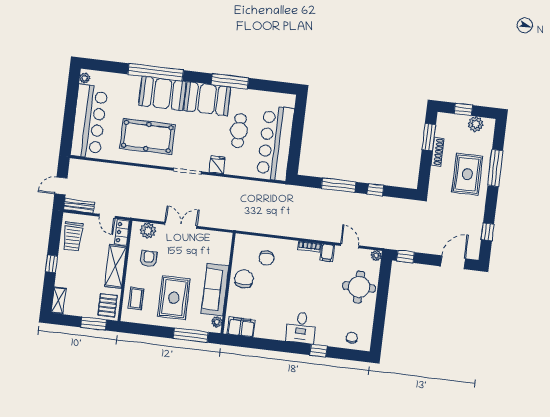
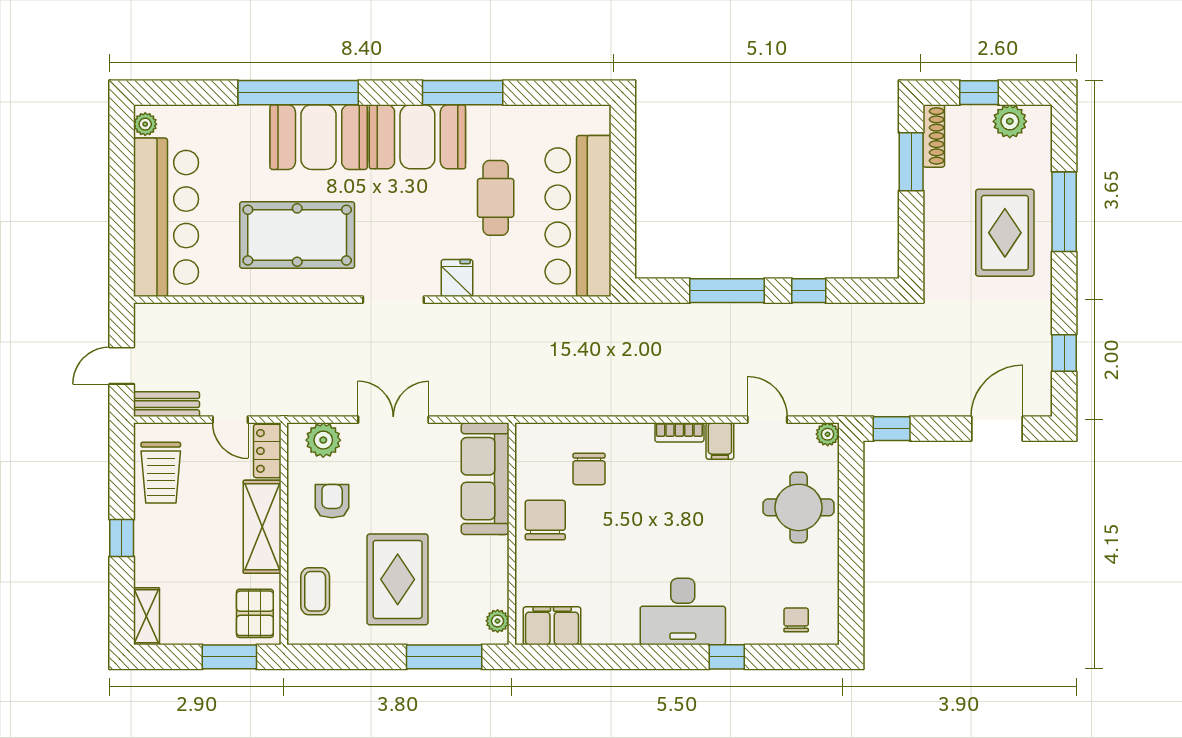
shoe rack: (437, 152) -> (934, 136), moved
sofa: (215, 290) -> (485, 479), moved
desk: (301, 328) -> (683, 611), width x1.37

